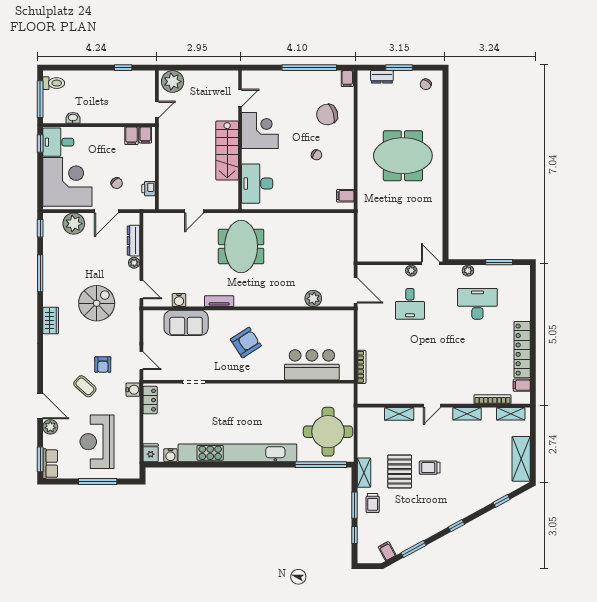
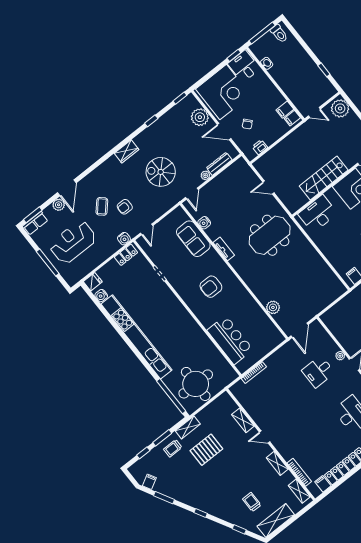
window: (40, 273) -> (151, 121), width x0.46
spiral stairs: (97, 303) -> (161, 172), turned 180
armchair: (246, 342) -> (211, 287), turned 123
trolley: (430, 468) -> (252, 502), moved

